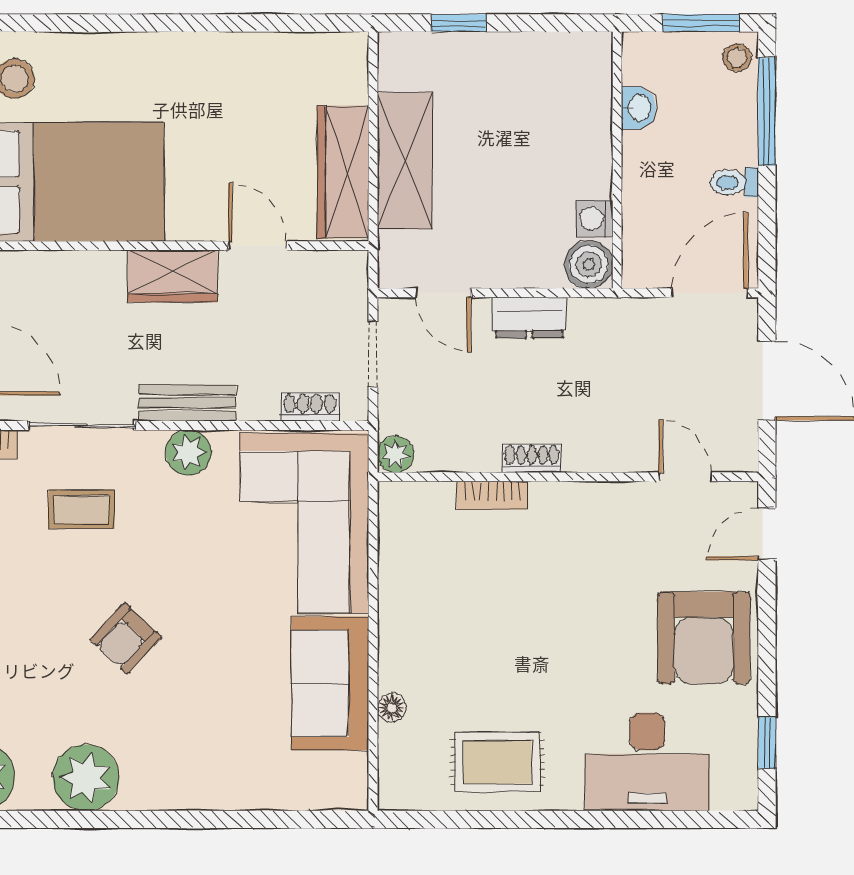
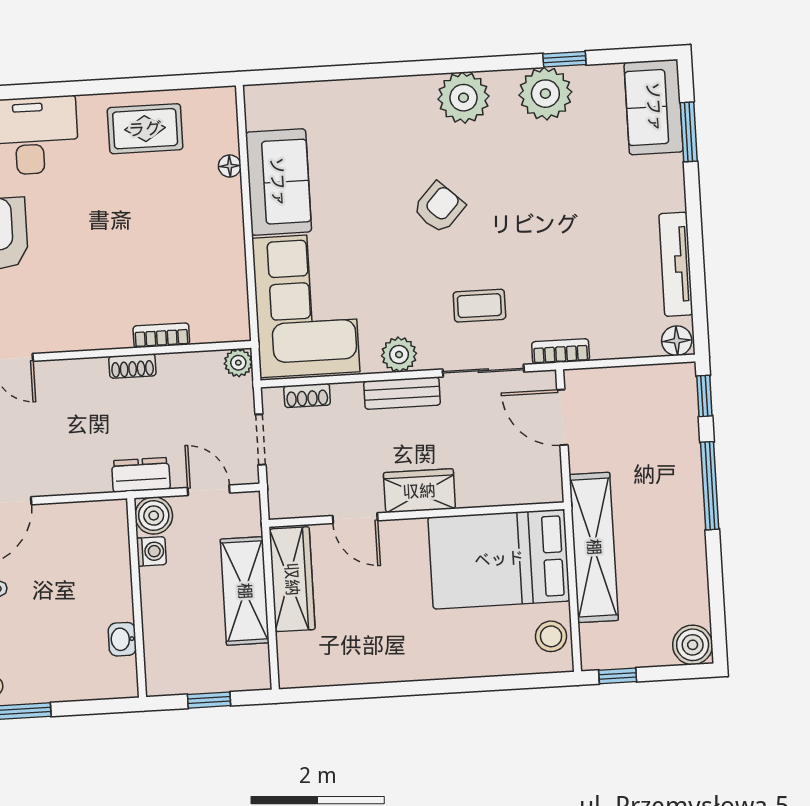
washbasin: (639, 108) -> (122, 639), moved
wall: (617, 160) -> (137, 598), moved
washing machine: (594, 219) -> (151, 551), moved
boiler: (589, 264) -> (154, 516), moved

